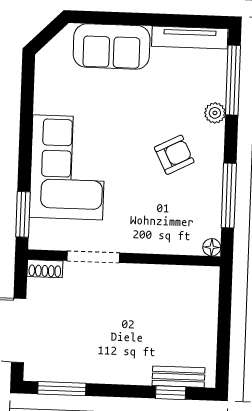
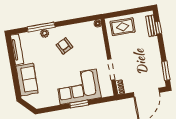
window: (233, 80) -> (41, 27), moved
window: (229, 195) -> (76, 21), removed
window: (23, 214) -> (79, 104), moved
rug: (191, 306) -> (123, 27), added

